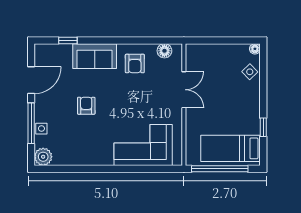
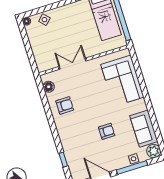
sofa: (95, 56) -> (144, 129), moved, turned 180
armchair: (86, 106) -> (107, 131), turned 180

